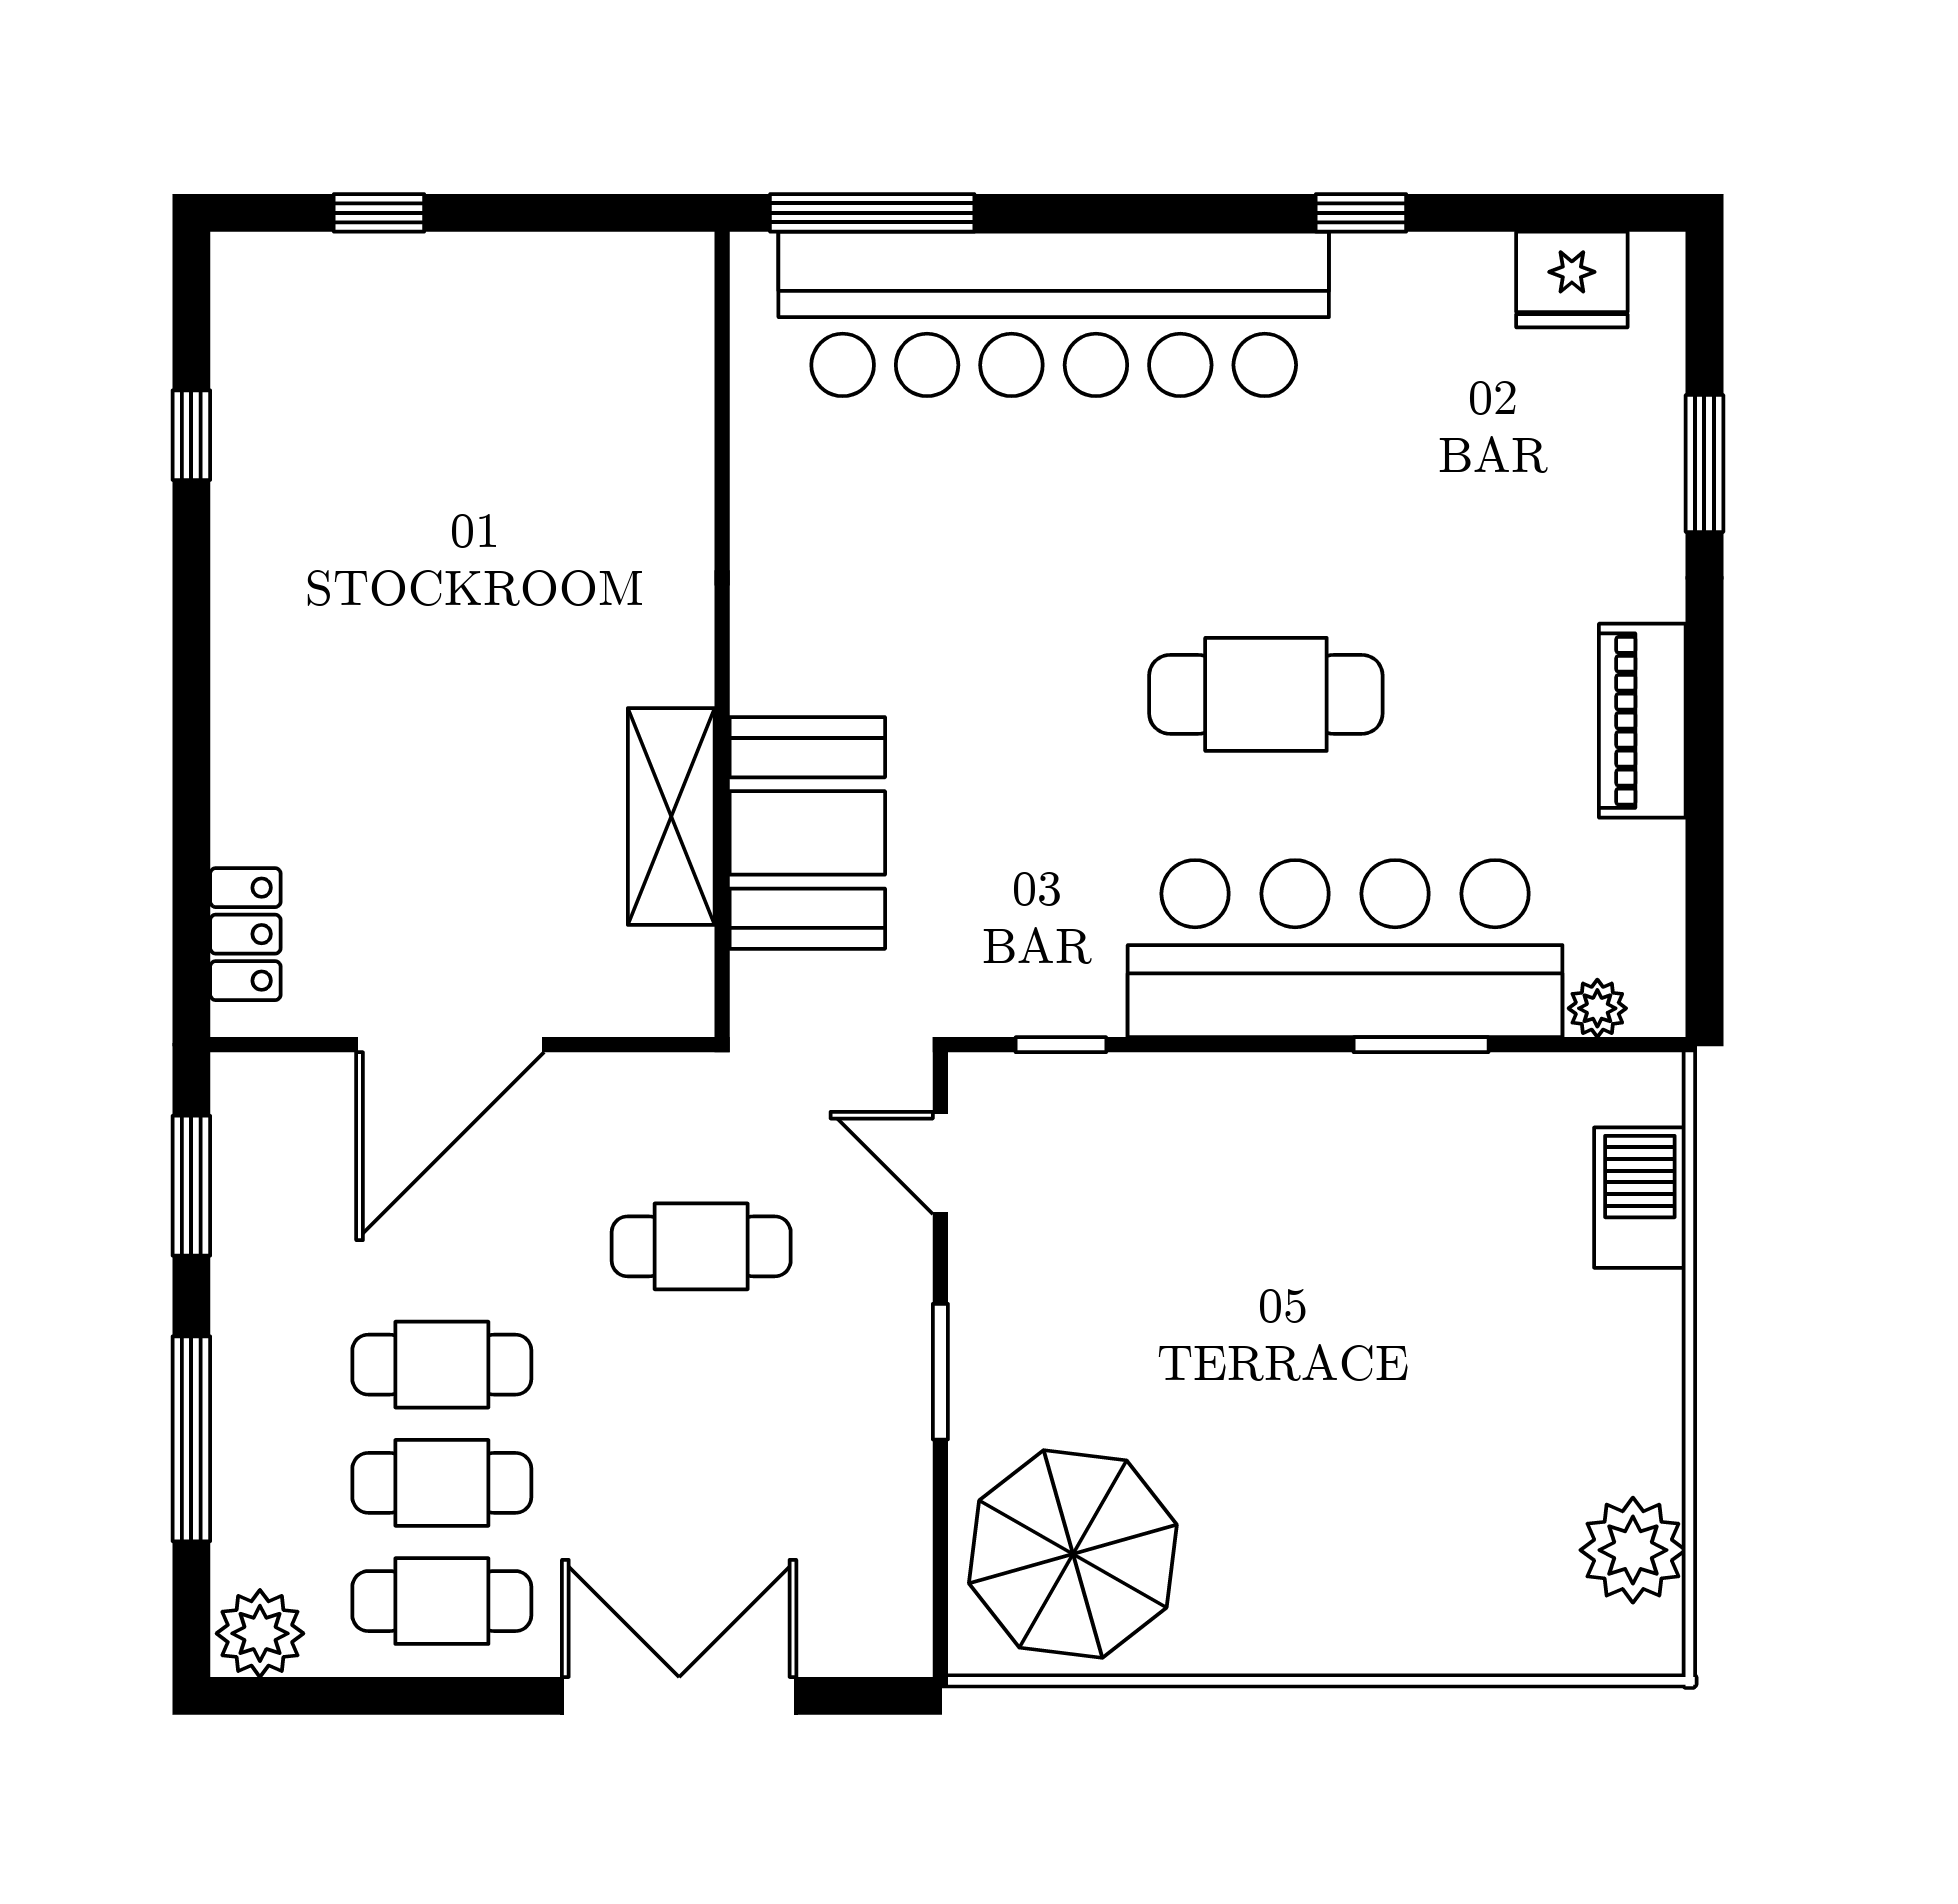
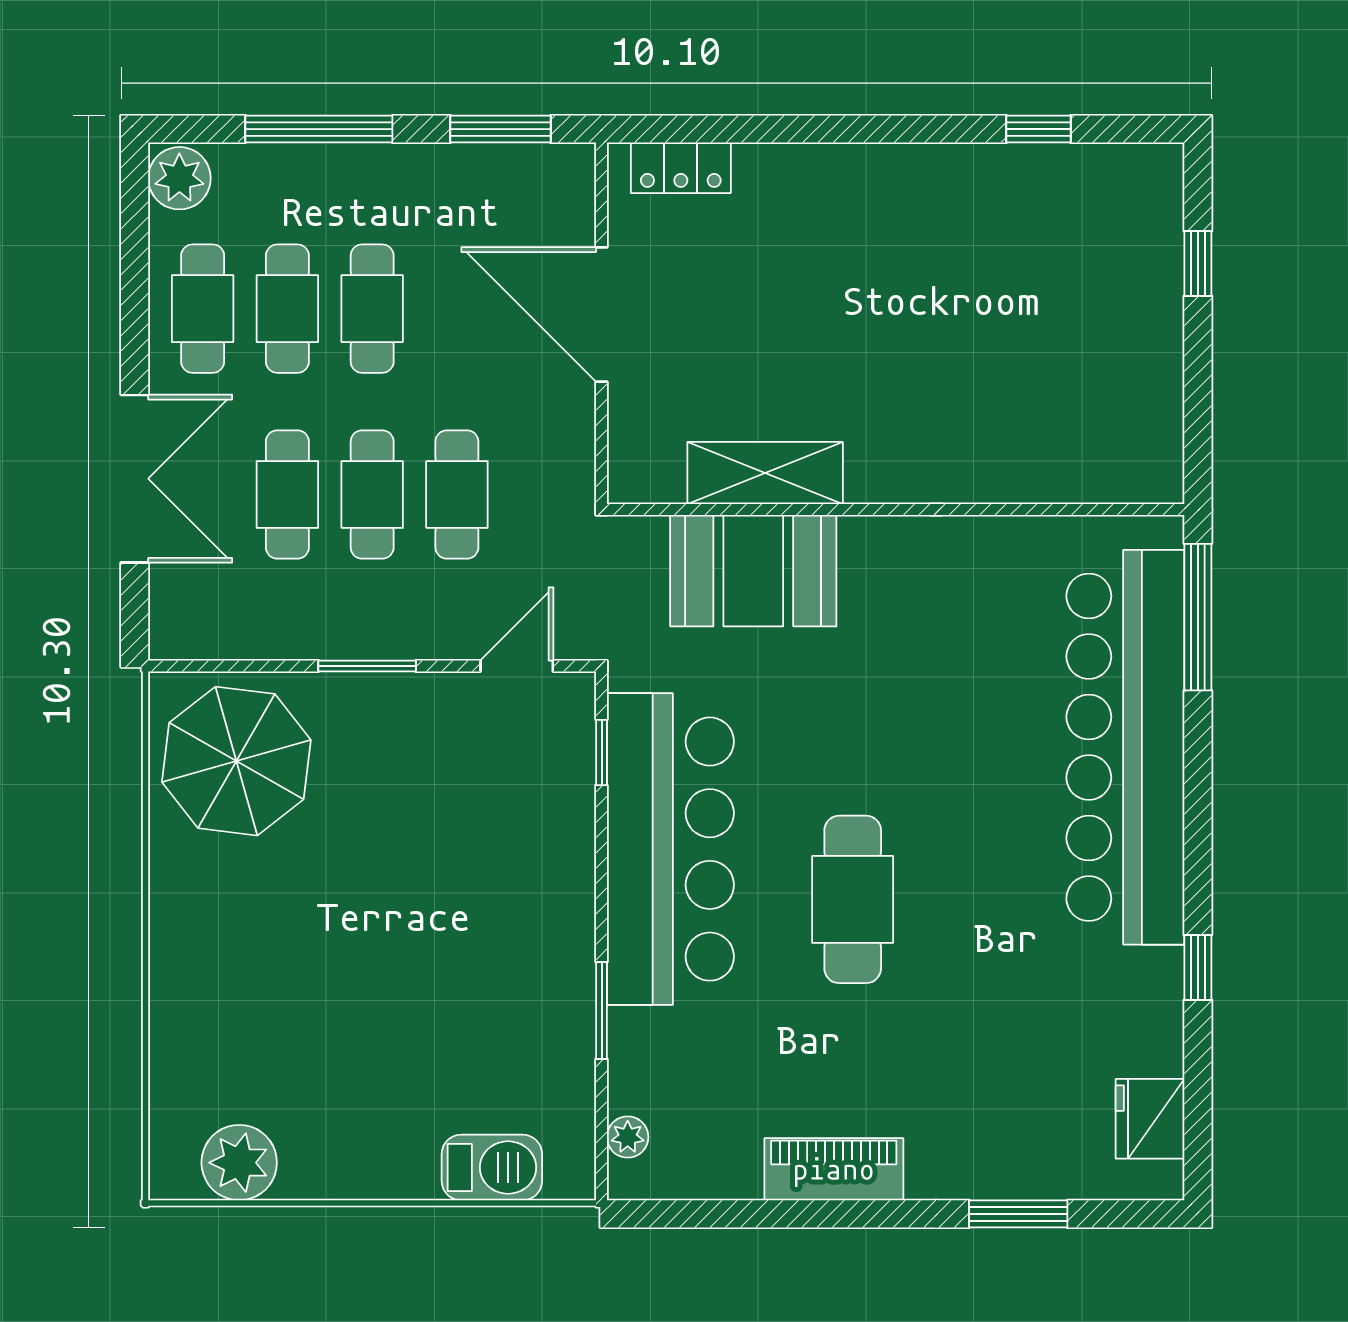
bar counter: (1345, 949) -> (670, 849), moved
cafe table: (701, 1365) -> (372, 495), added
cafe table: (701, 1483) -> (287, 495), added

